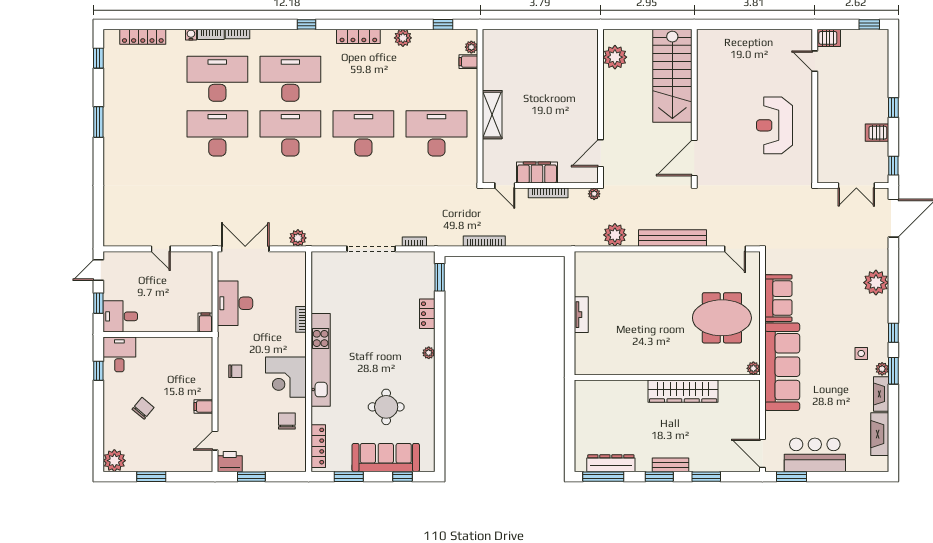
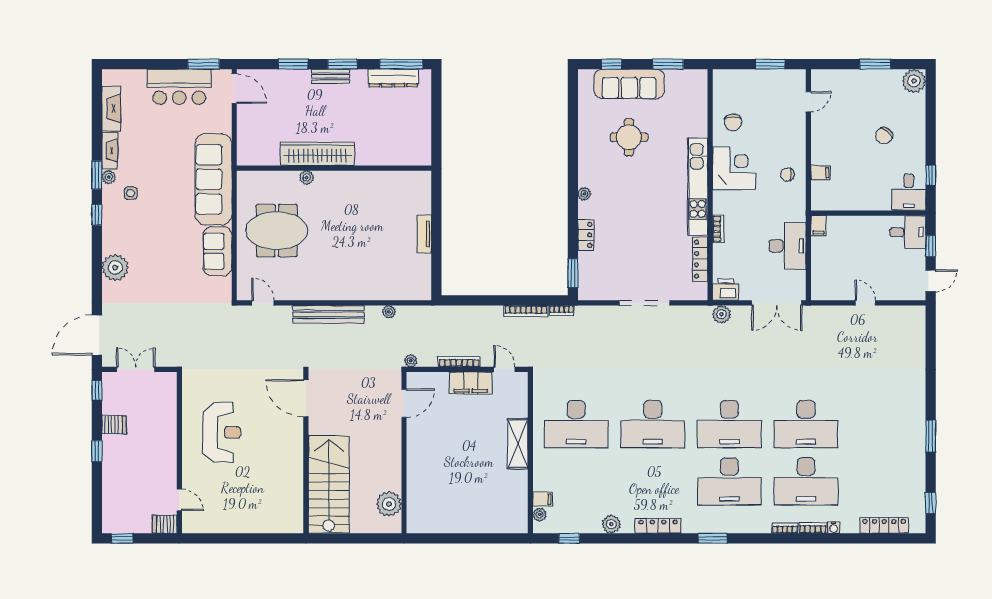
window: (307, 24) -> (712, 538), width x1.50
door: (694, 158) -> (306, 398), swing flipped
plant: (615, 235) -> (389, 312), width x0.53, depth x0.53
bookcase: (414, 242) -> (562, 310), moved
plant: (753, 368) -> (307, 178), moved
filing cabinet: (203, 406) -> (821, 173), moved
locker: (318, 446) -> (700, 259), moved
printer: (230, 462) -> (726, 290), moved, turned 180

